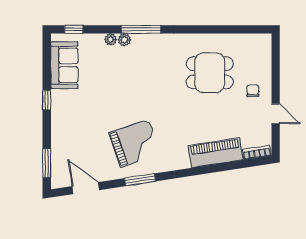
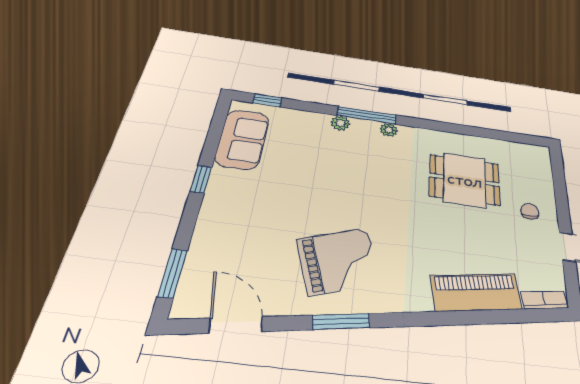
plant: (111, 39) -> (389, 130), moved

